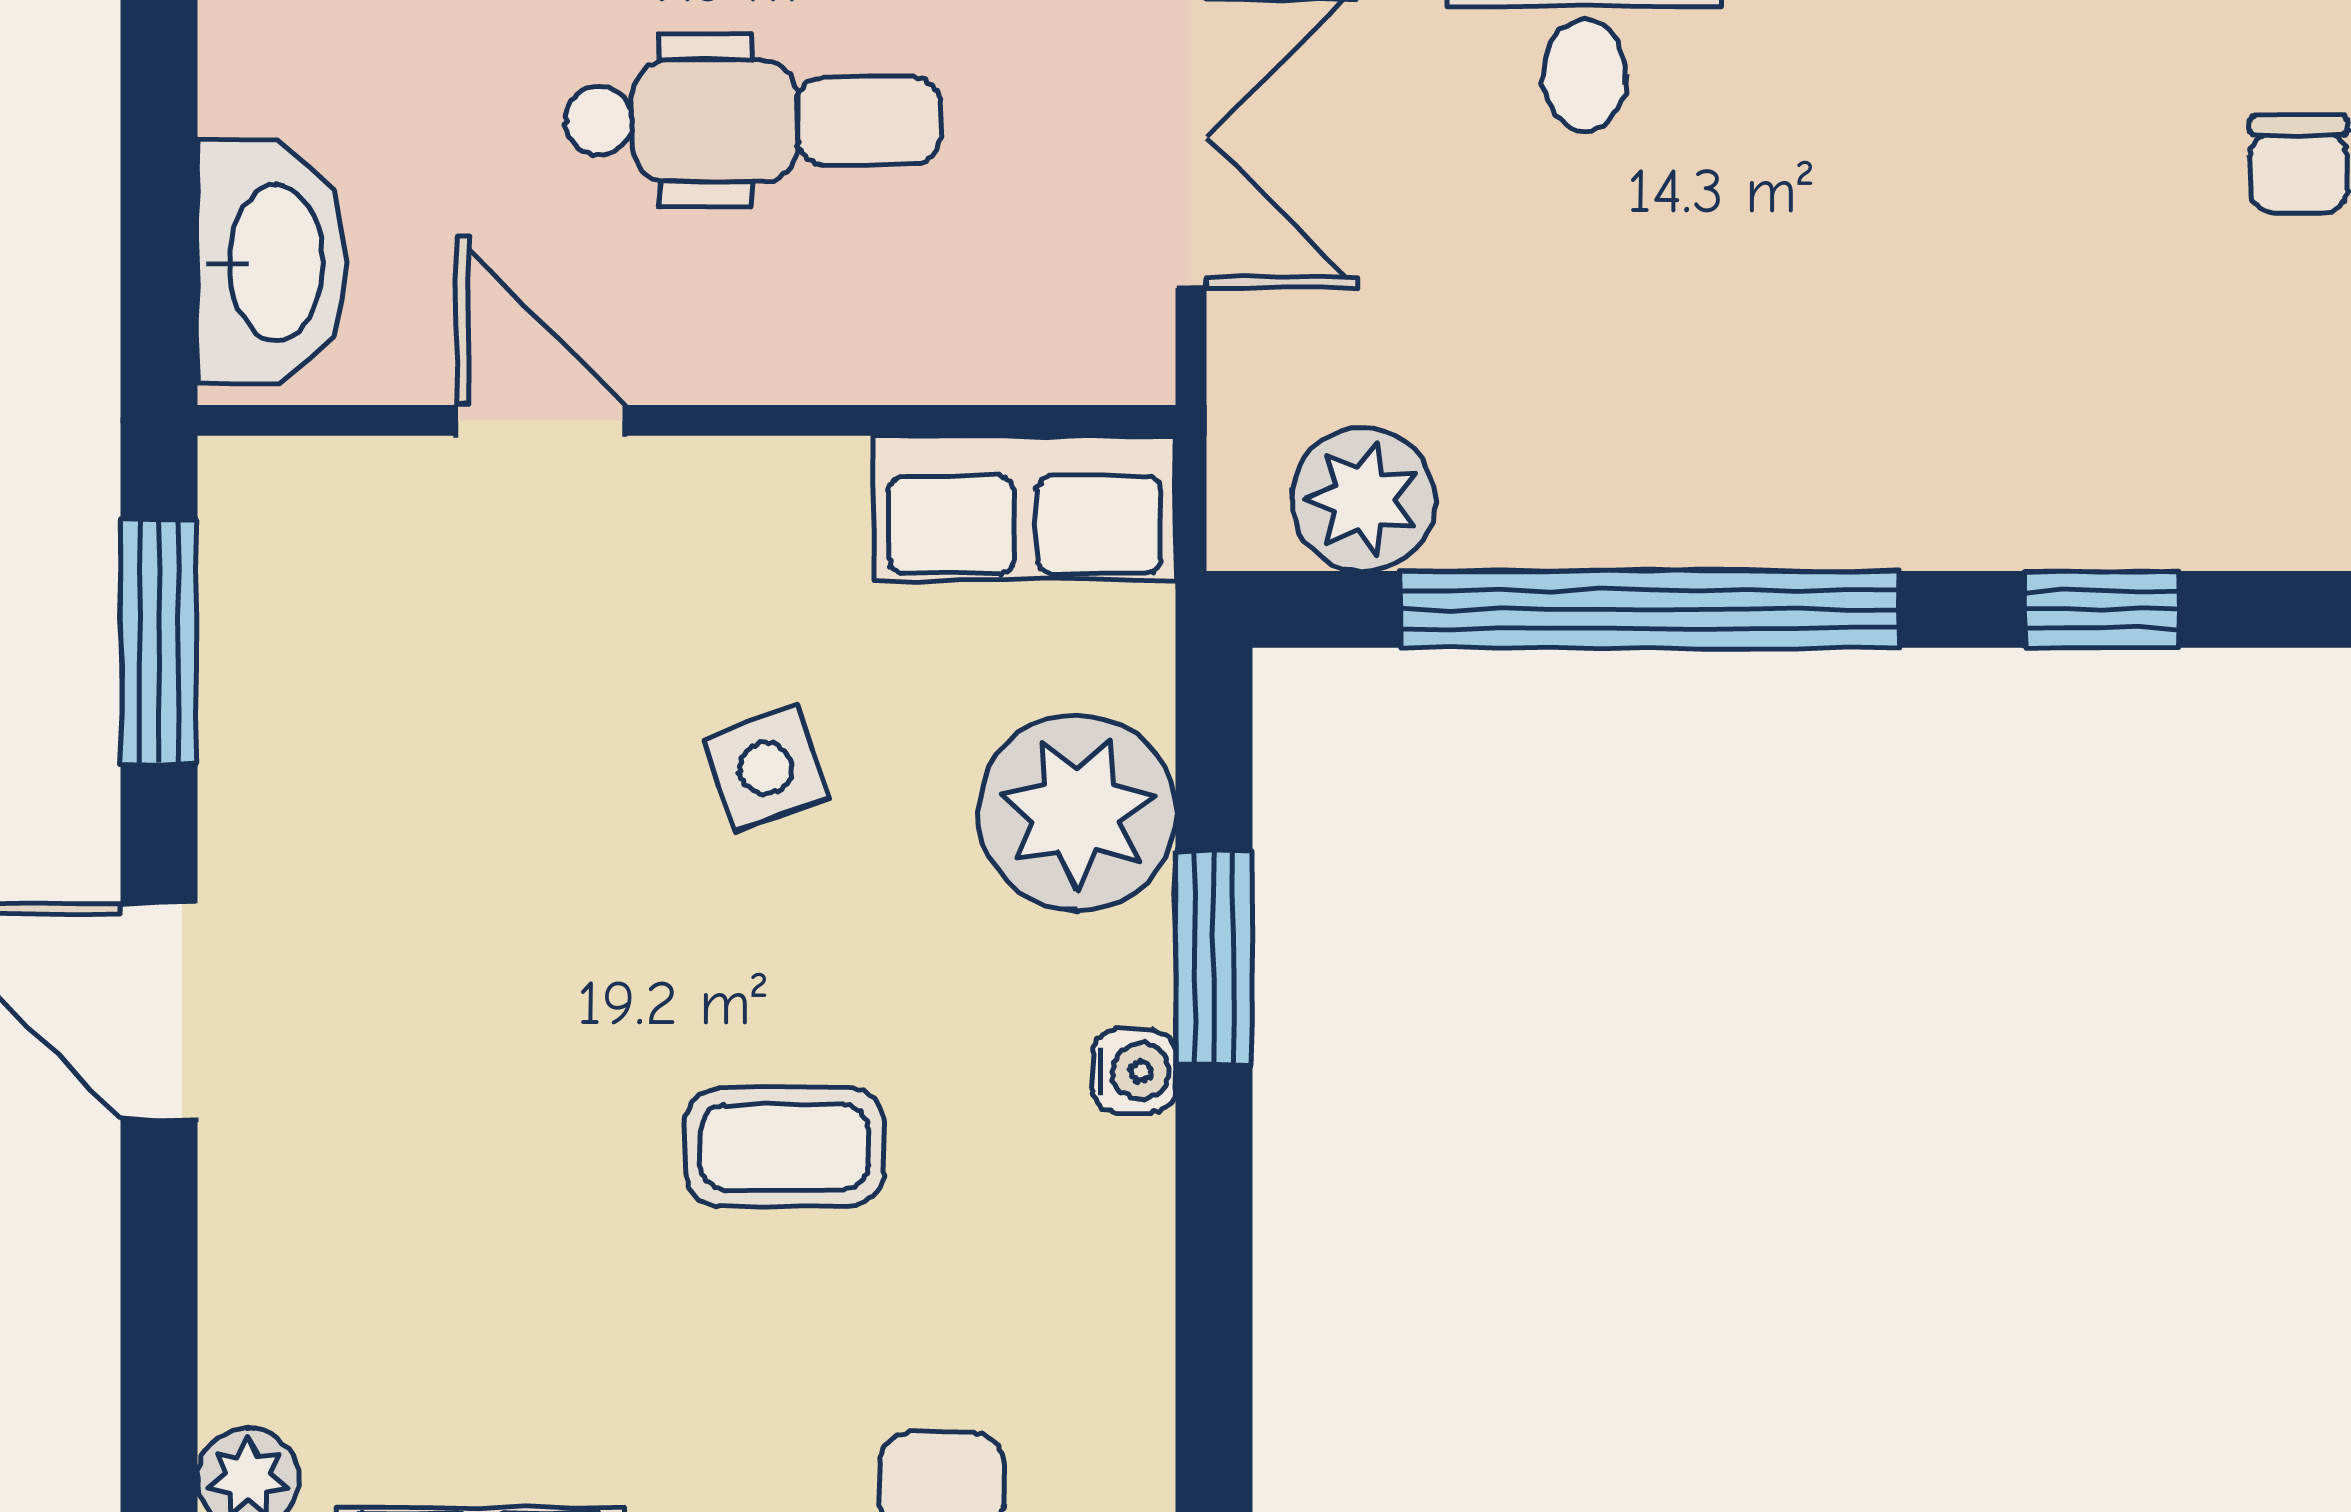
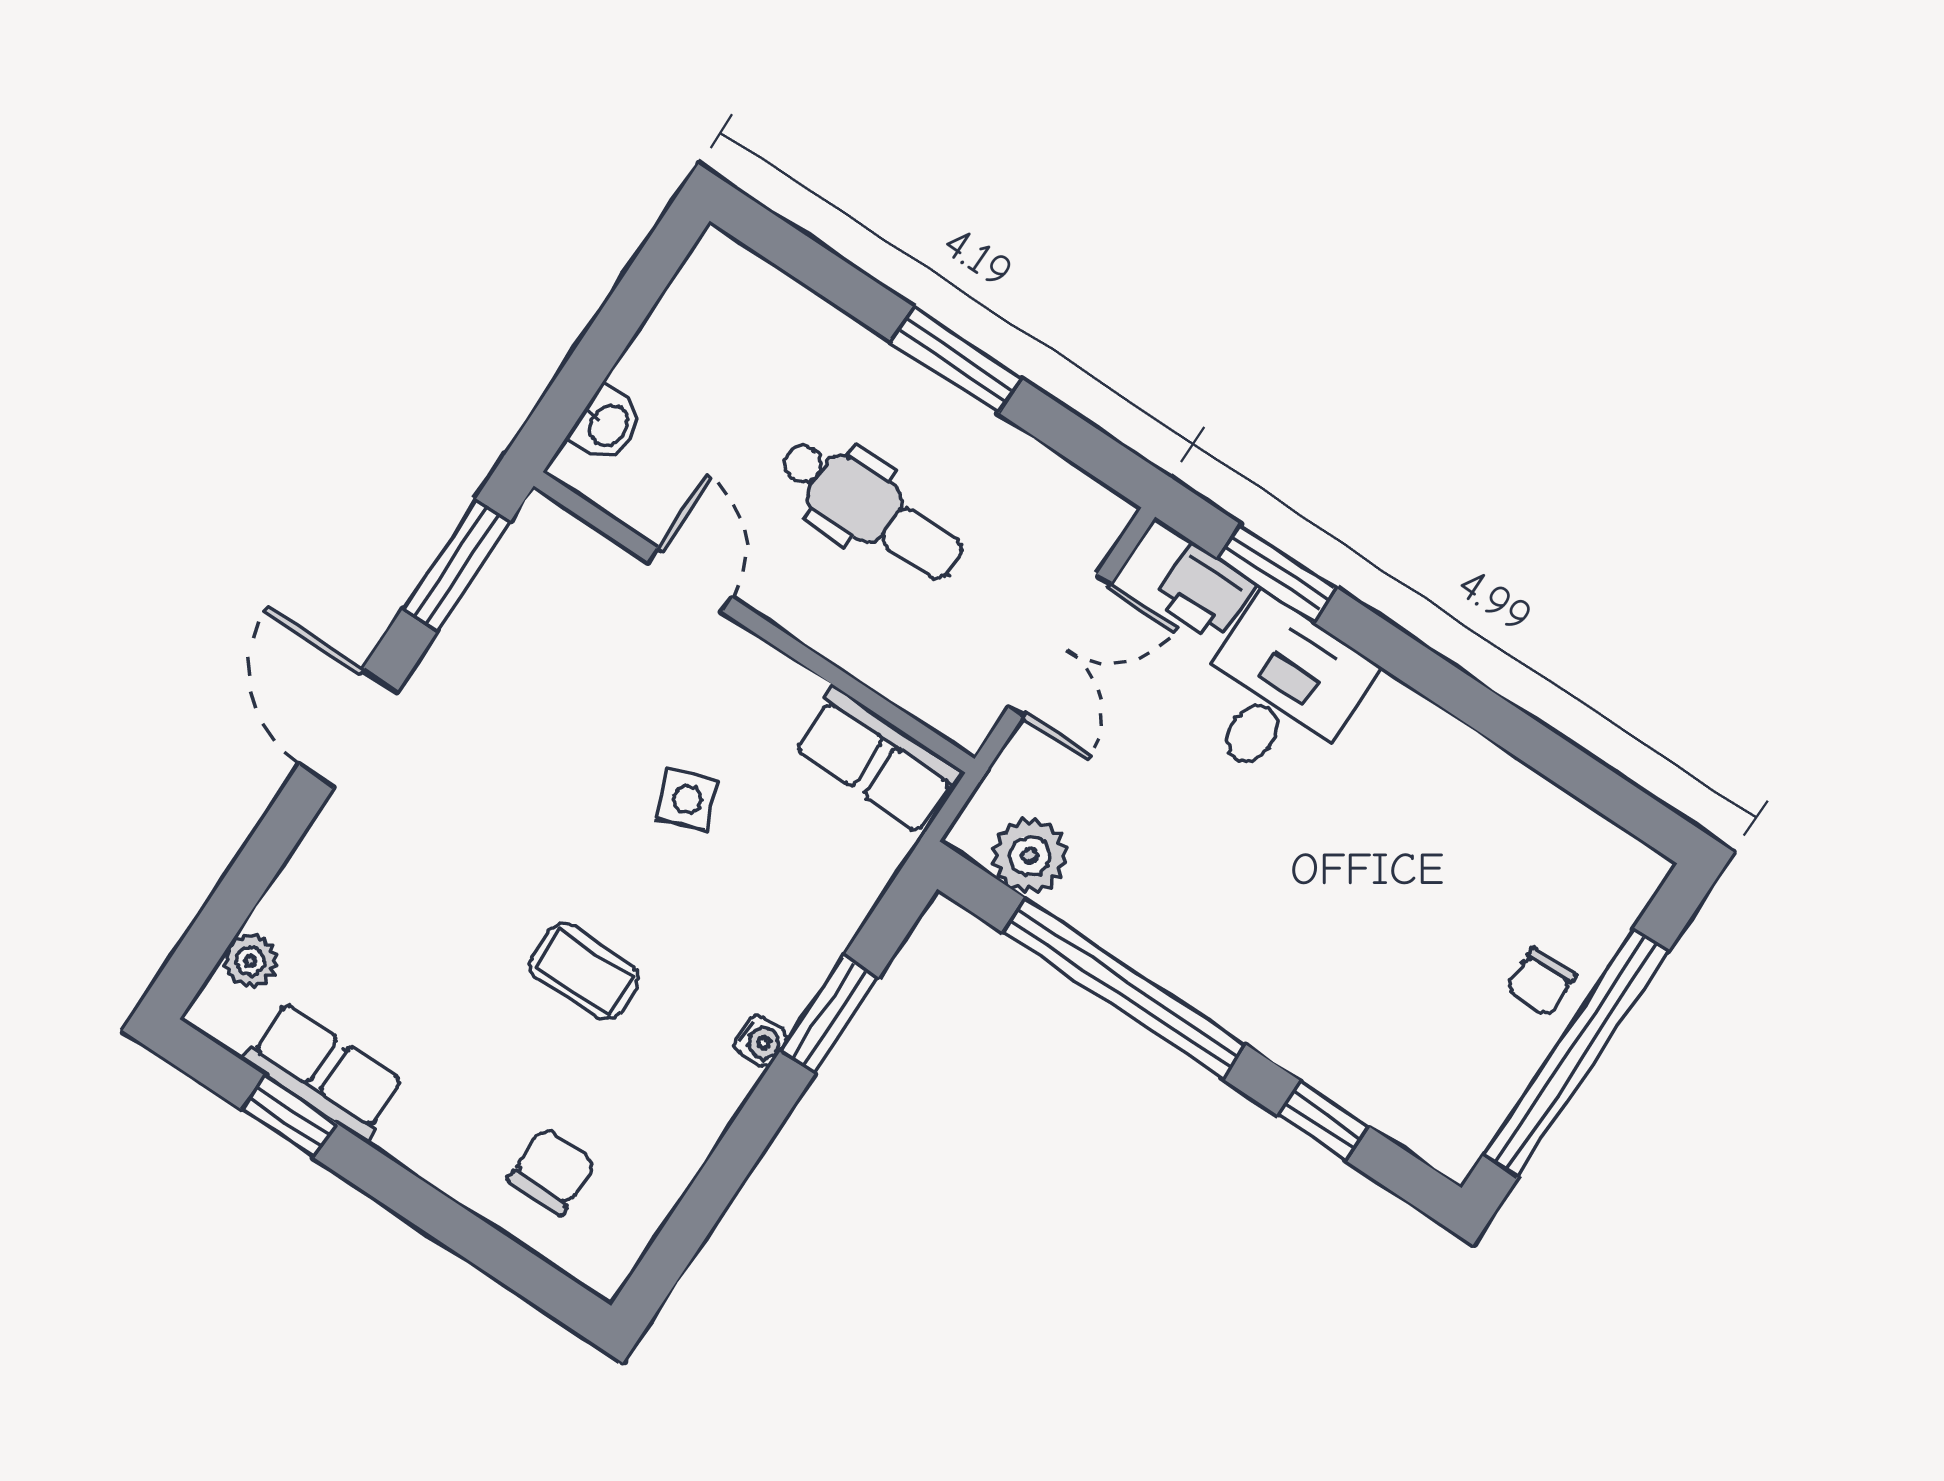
washbasin: (272, 262) -> (607, 424), width x0.52, depth x0.69
plant: (1077, 812) -> (812, 910), removed

